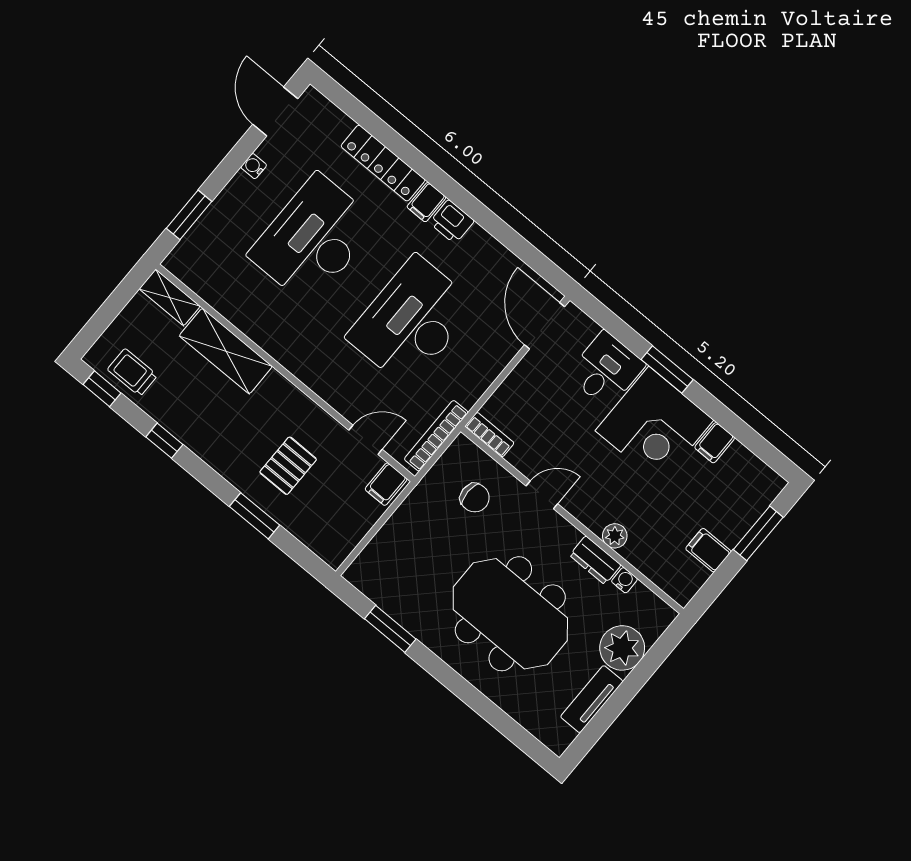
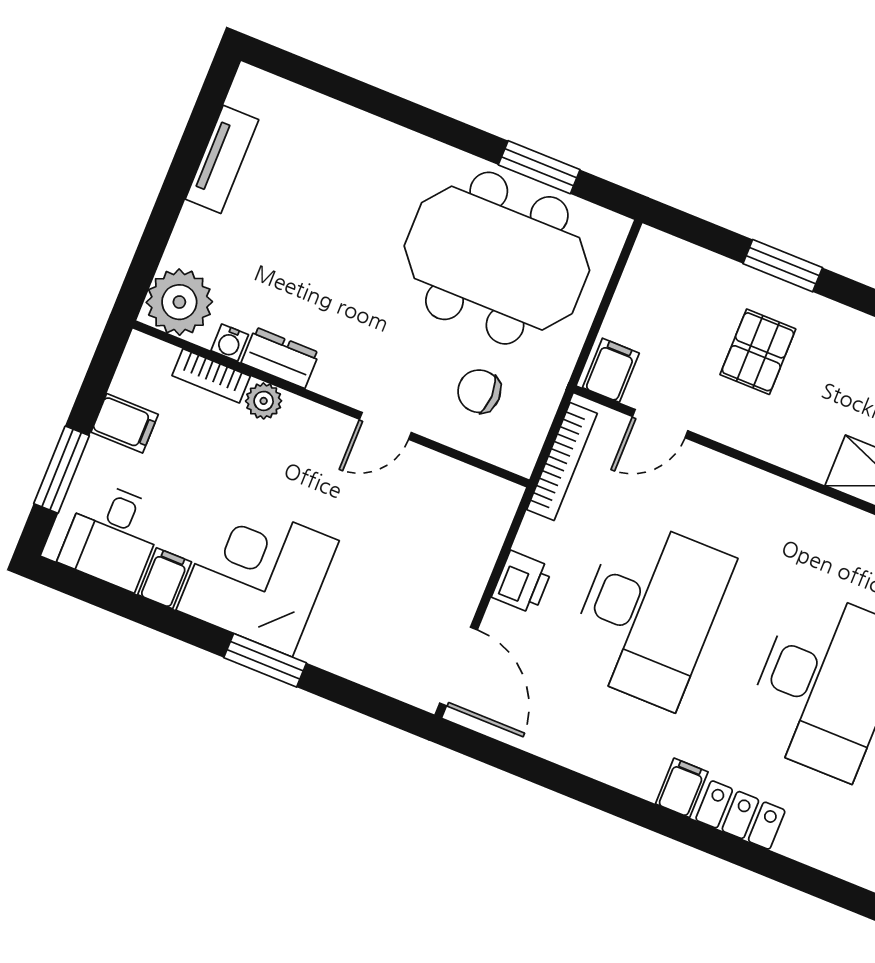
locker: (383, 163) -> (740, 815), width x0.66
printer: (452, 222) -> (522, 582), moved, turned 90
desk: (606, 370) -> (112, 536), moved
bookcase: (490, 435) -> (211, 376), moved
meeting table: (510, 614) -> (497, 258), moved
plant: (622, 648) -> (179, 302), moved

